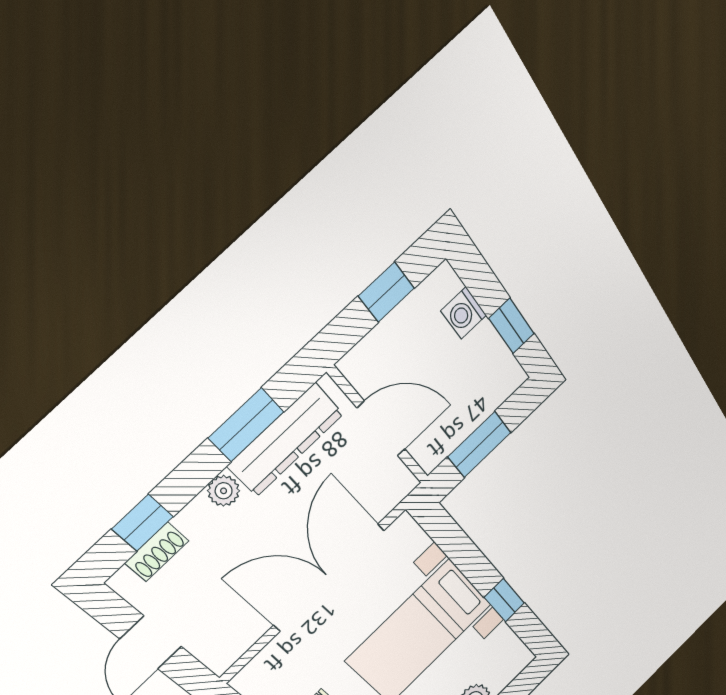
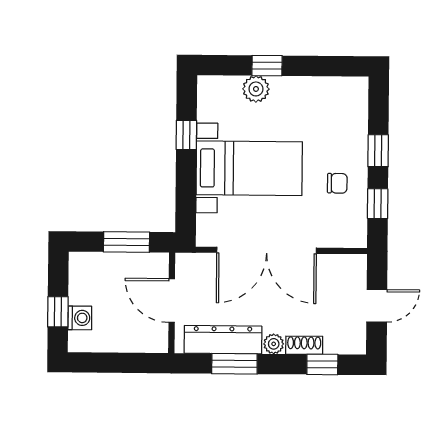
window: (386, 292) -> (112, 363), removed
window: (512, 326) -> (58, 312), moved
shoe rack: (157, 552) -> (304, 345), moved

